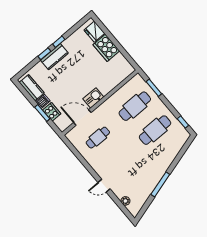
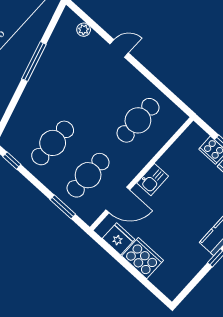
fridge: (94, 32) -> (119, 239), moved
door: (82, 118) -> (118, 200), moved
cafe table: (98, 138) -> (138, 120), width x1.37, depth x1.35

